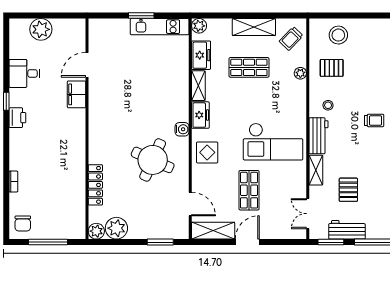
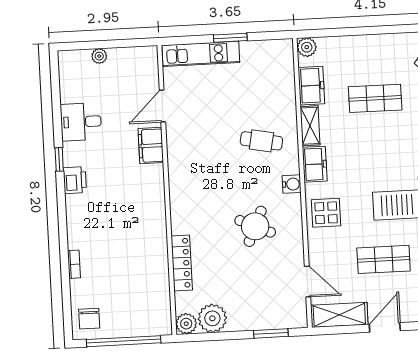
kitchen unit: (160, 27) -> (201, 54), moved
shelving: (254, 27) -> (379, 45), removed
plant: (41, 29) -> (99, 56), width x0.53, depth x0.53
cafe table: (161, 95) -> (261, 141), added
round table: (153, 160) -> (255, 226), width x0.73, depth x0.73
shop shelf: (249, 190) -> (384, 259), turned 90
window: (48, 242) -> (124, 341), width x1.46

